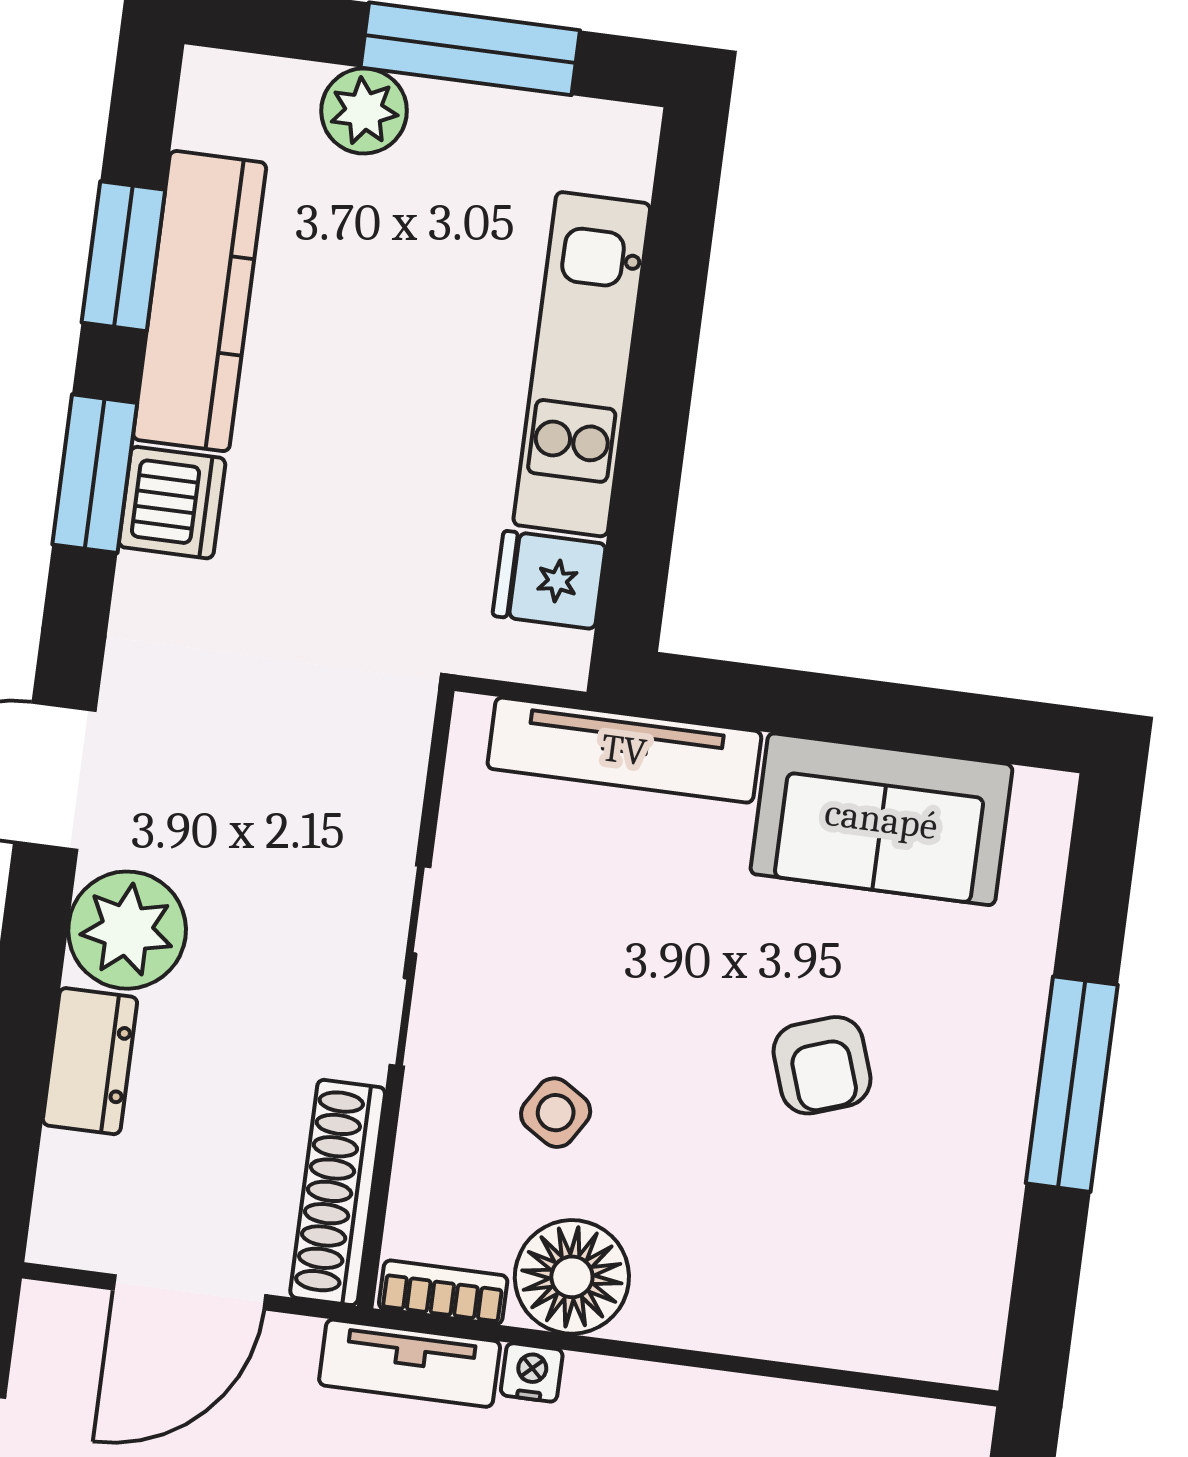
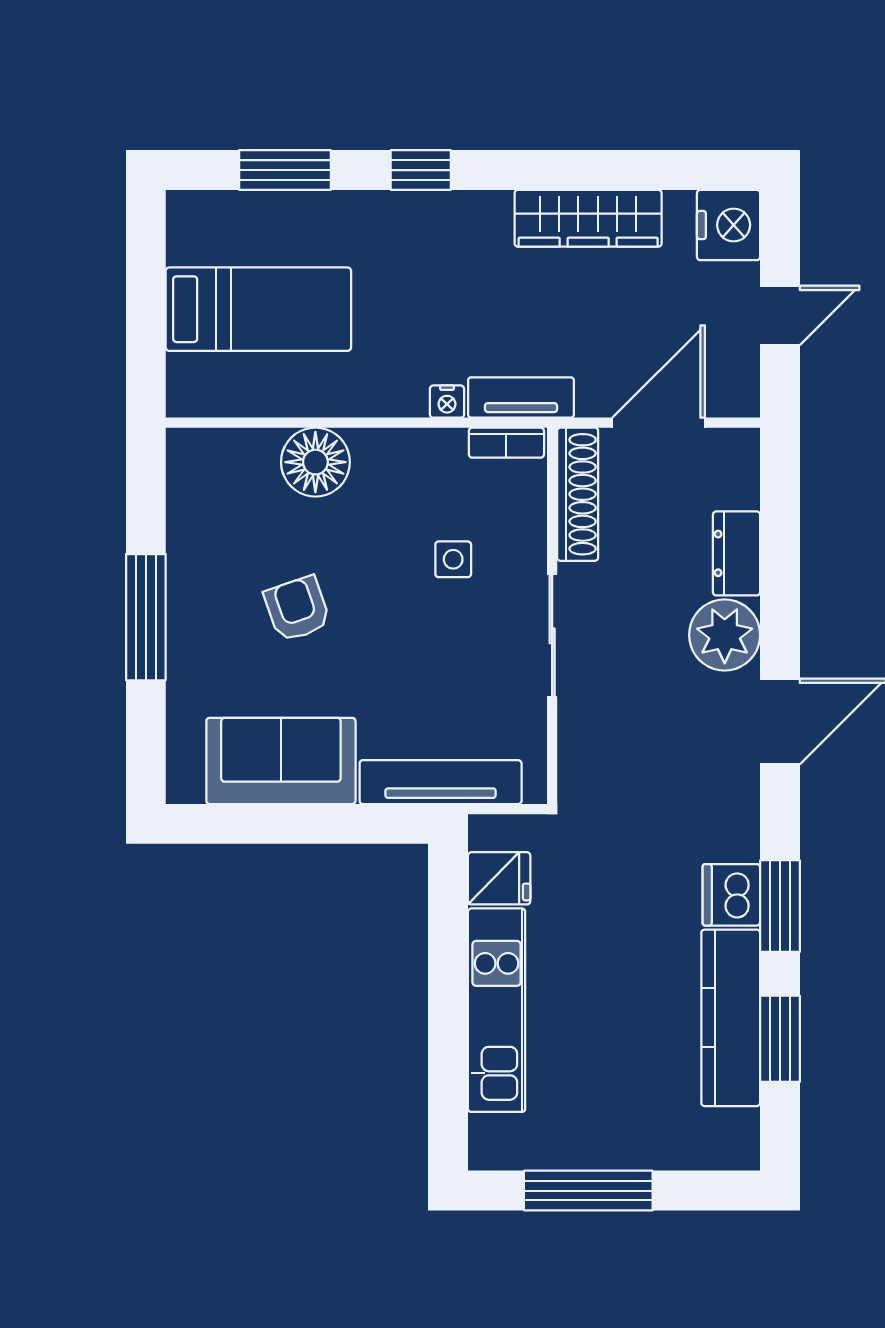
plant: (364, 111) -> (647, 1145), removed
side table: (556, 1113) -> (453, 559), turned -32
floor lamp: (572, 1277) -> (315, 462), moved

